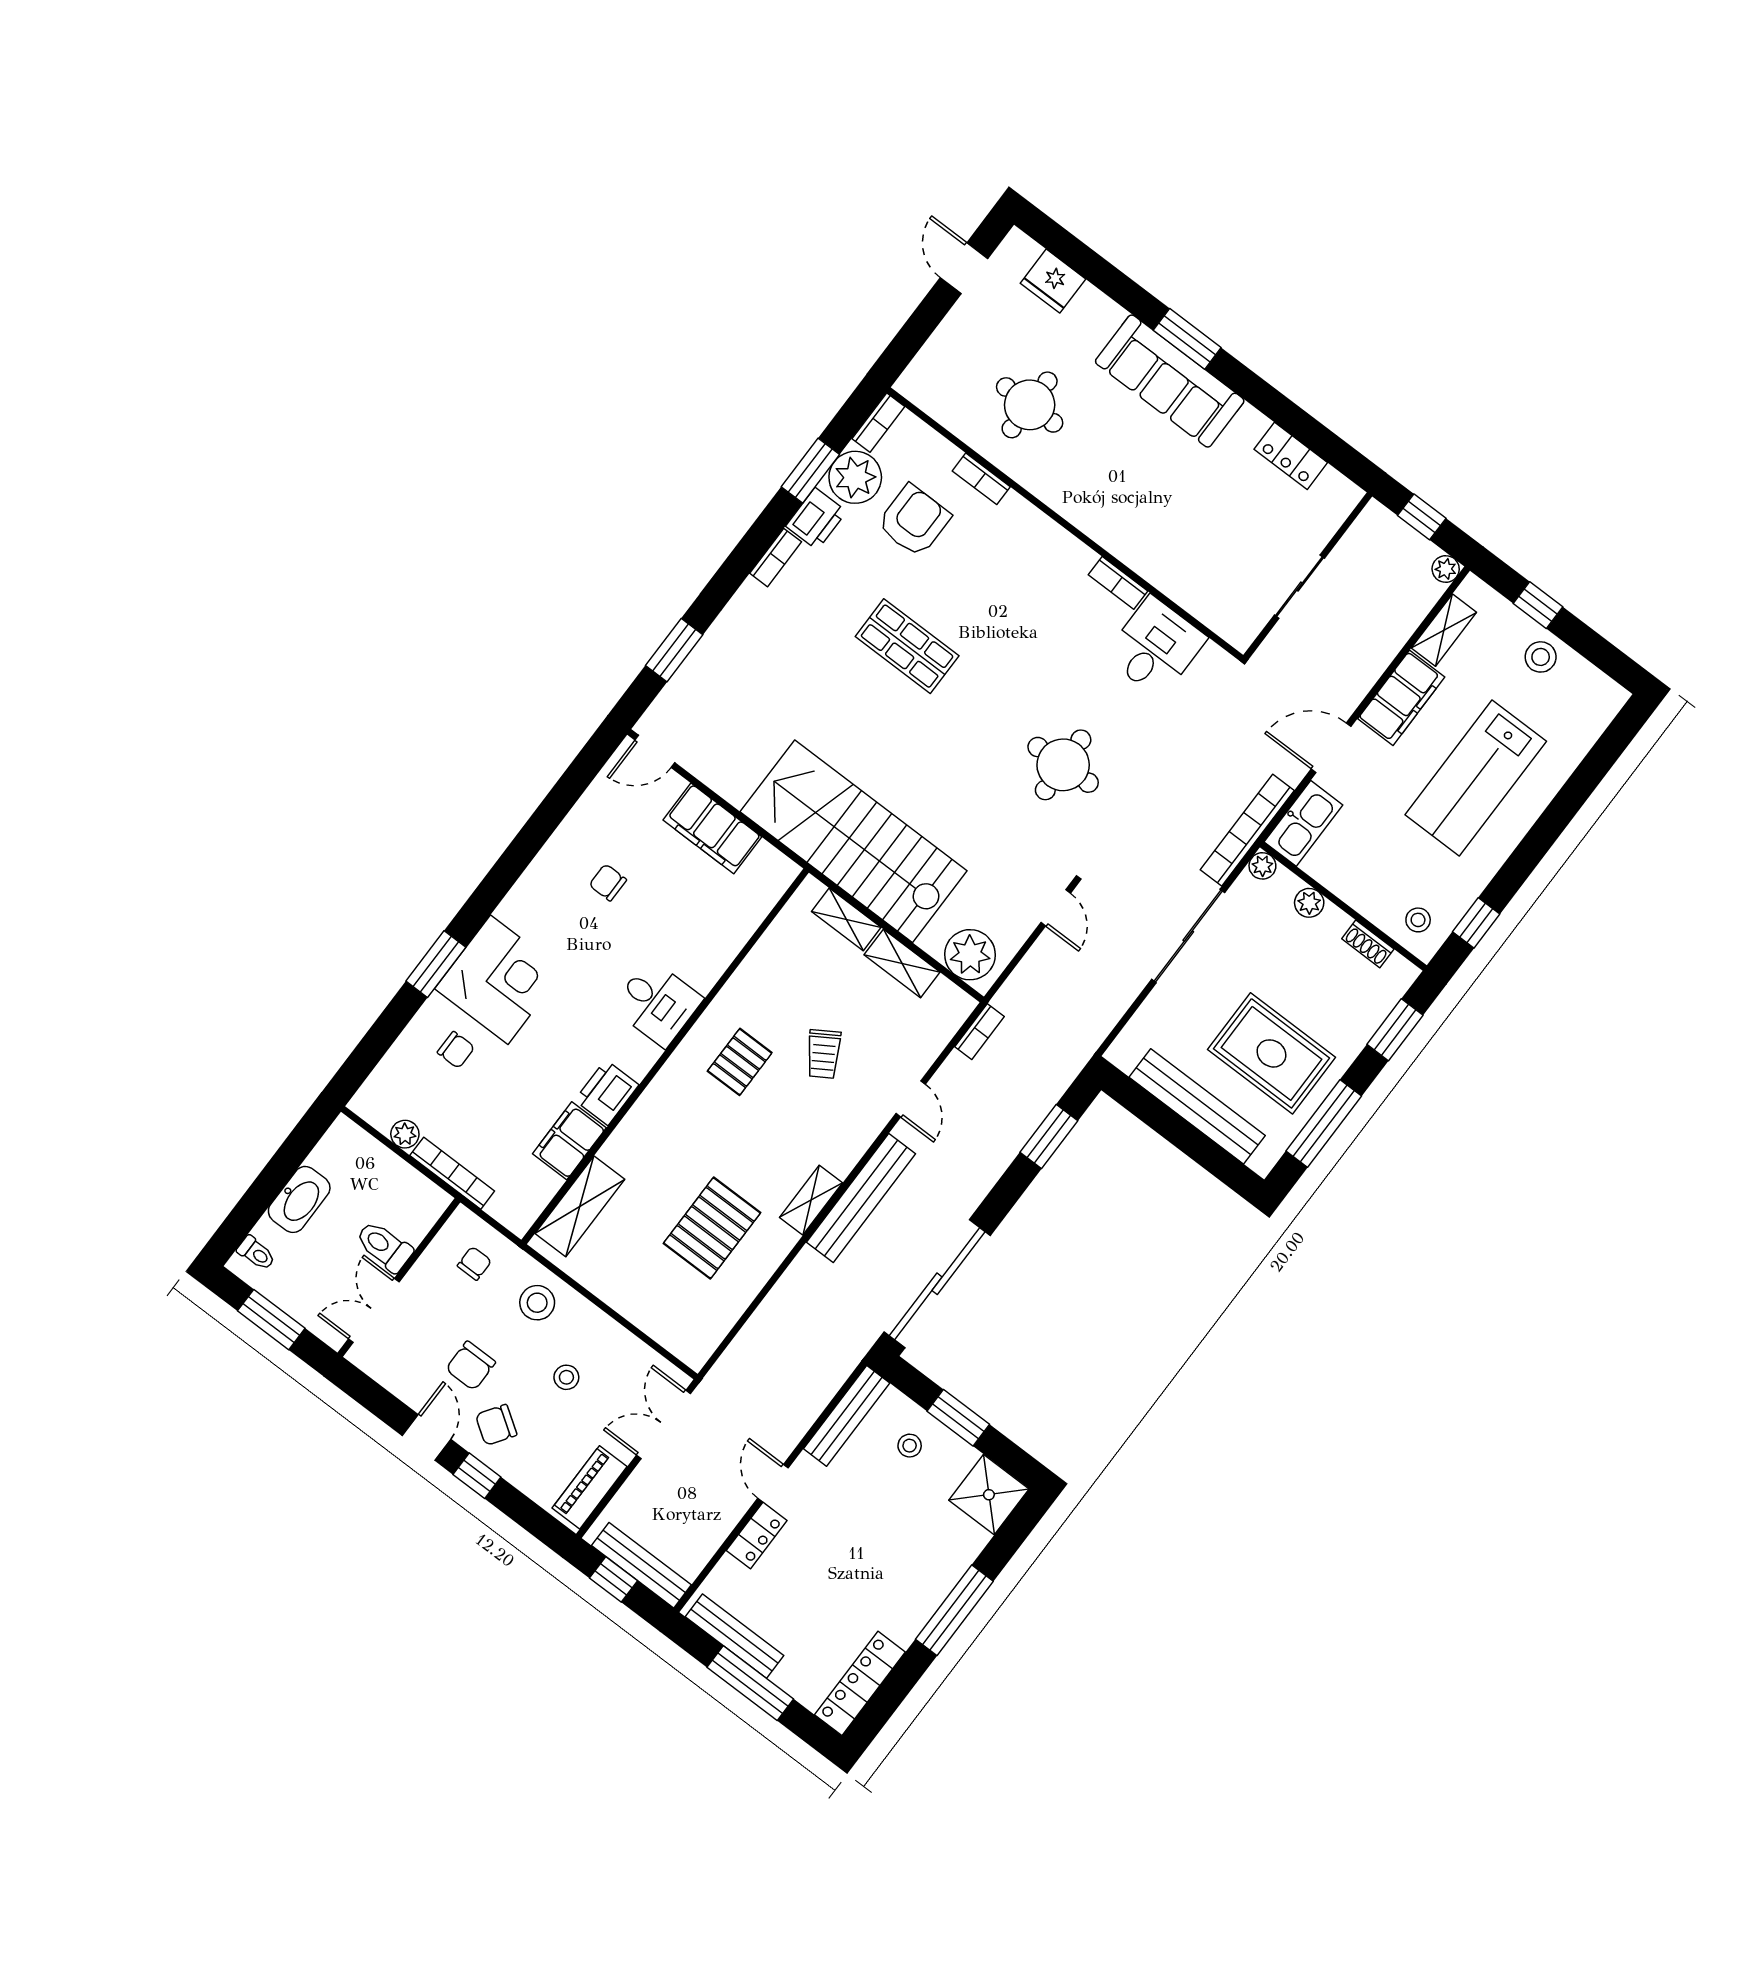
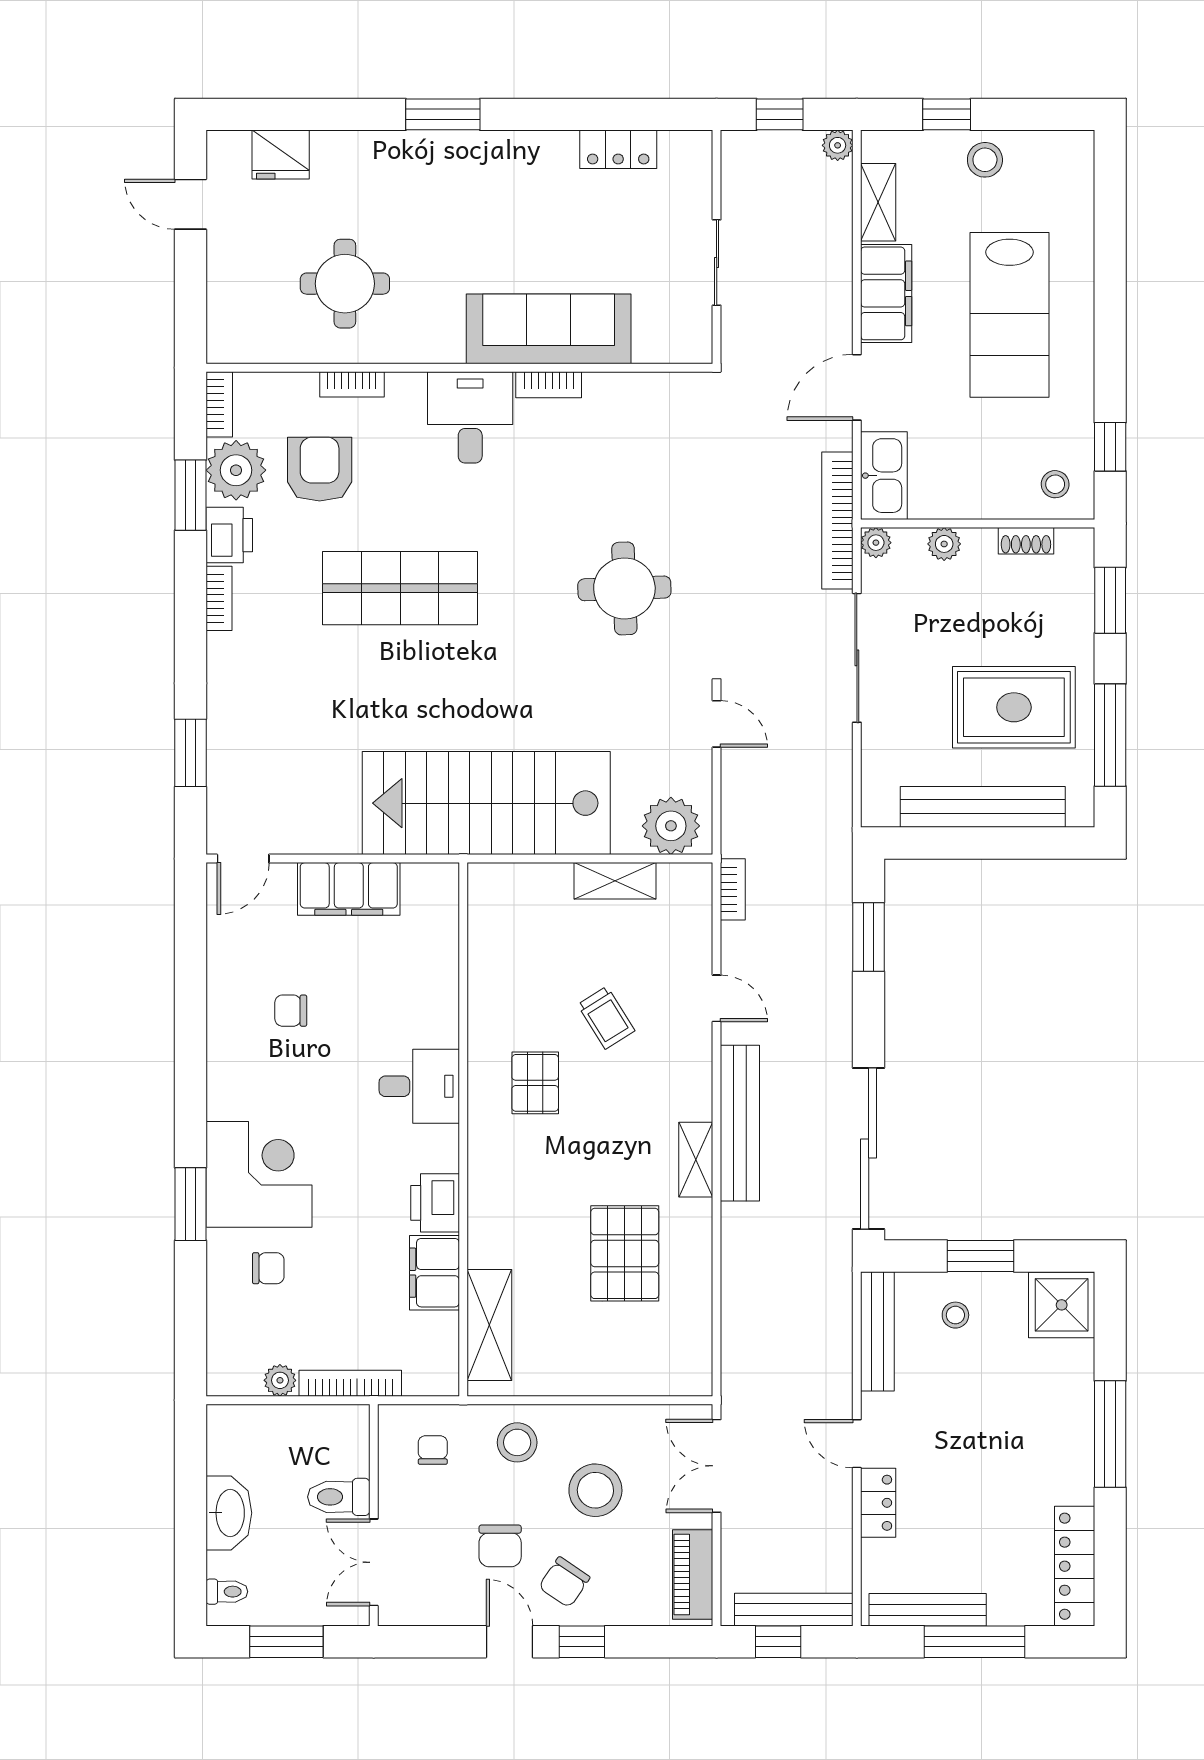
sofa: (1170, 381) -> (549, 329), moved, turned 180
shop shelf: (907, 646) -> (400, 588), width x1.43, depth x1.36
desk: (1155, 647) -> (470, 417), moved
shelving: (846, 919) -> (534, 879), removed
stool: (566, 1377) -> (595, 1490), width x1.89, depth x1.89

